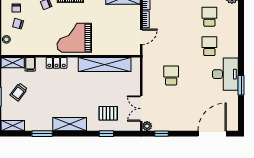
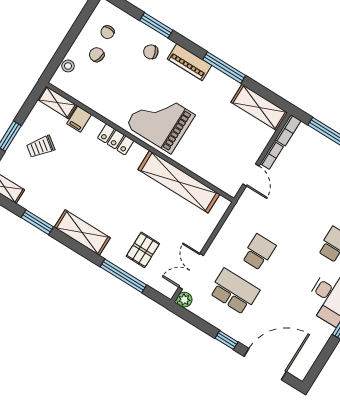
door: (141, 37) -> (251, 175), hinge flipped
school desk: (171, 105) -> (234, 291), added
pallet: (108, 113) -> (143, 250), turned 90
window: (106, 134) -> (123, 276), width x2.17
window: (161, 134) -> (227, 340), moved

